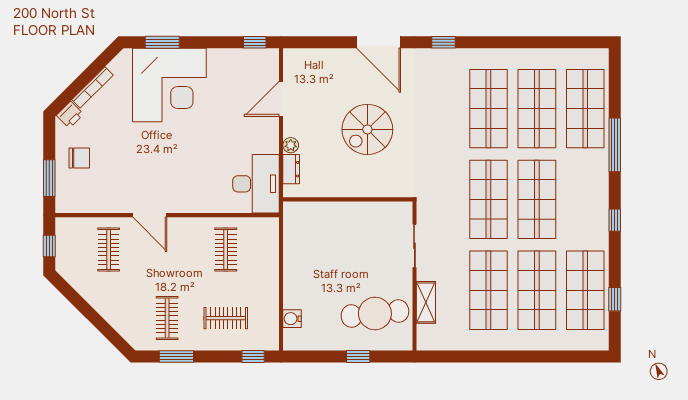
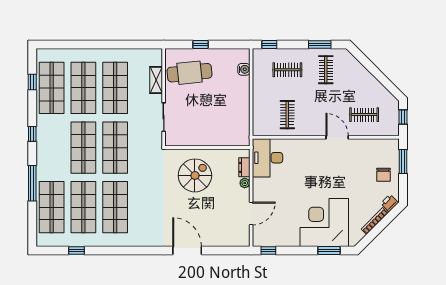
window: (443, 42) -> (77, 250), moved
spiral stairs: (367, 129) -> (195, 175), moved
chair: (79, 158) -> (383, 175), turned -90
clothes rail: (109, 250) -> (364, 115), turned 90

